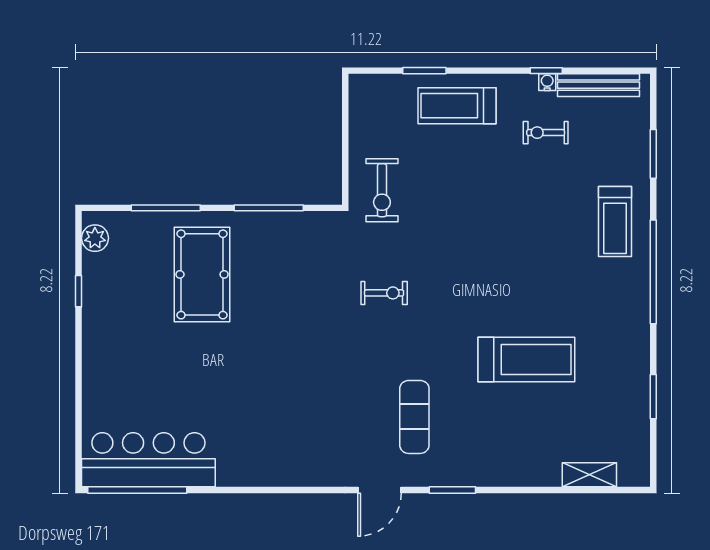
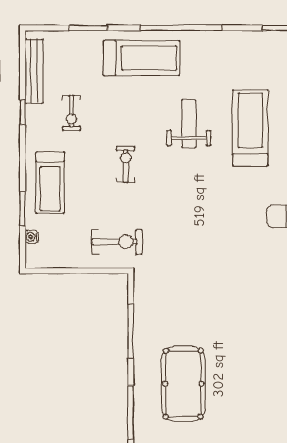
water cooler: (547, 82) -> (32, 237), moved
treadmill: (615, 221) -> (141, 58), width x1.37, depth x1.38
pool table: (202, 274) -> (183, 384), turned 90
weight bench: (532, 281) -> (189, 124), added
exercise bike: (384, 293) -> (126, 164), moved

